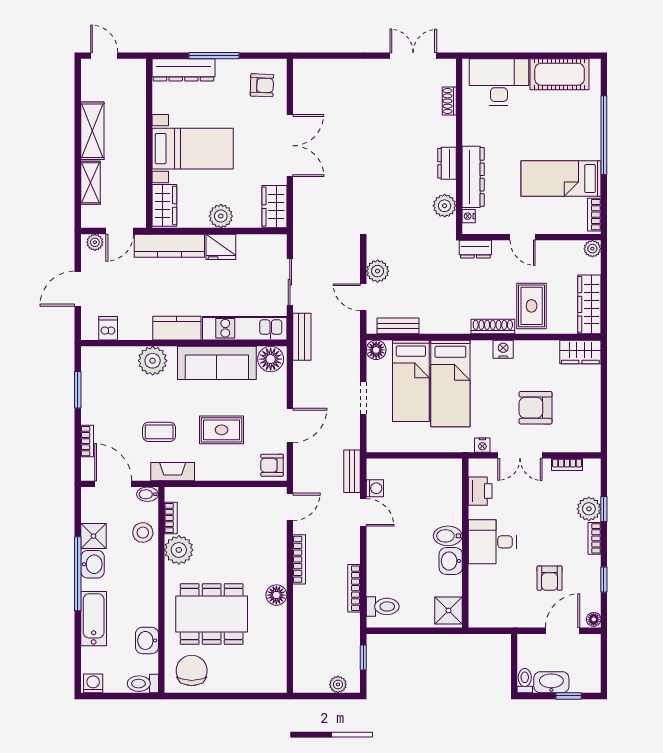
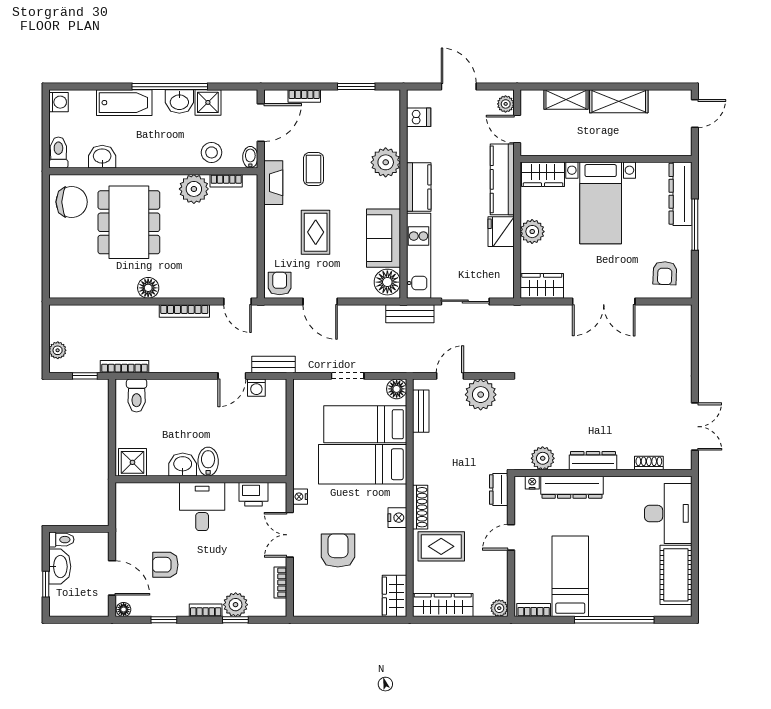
dresser: (447, 163) -> (593, 461), width x1.44
plant: (378, 271) -> (481, 395), width x1.36, depth x1.36
sofa: (217, 363) -> (383, 238), width x0.73
bookcase: (354, 588) -> (125, 367), moved

